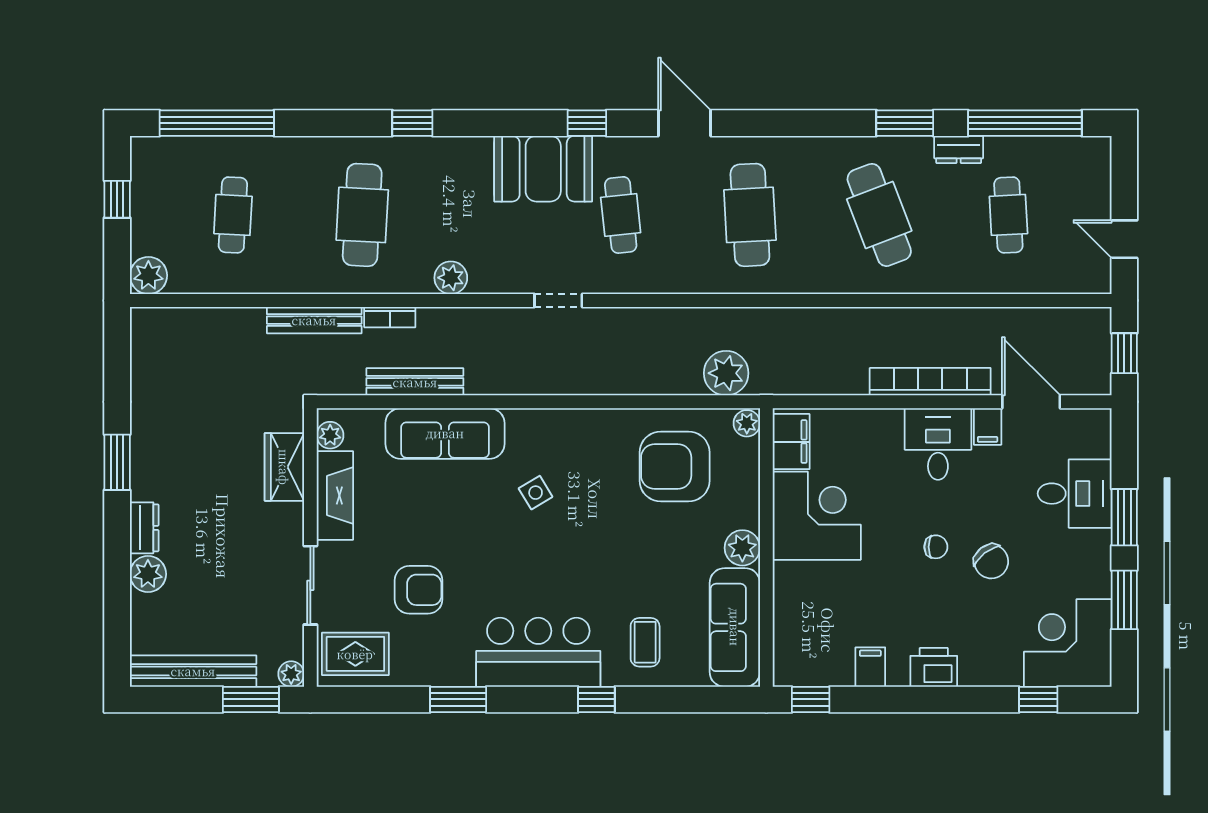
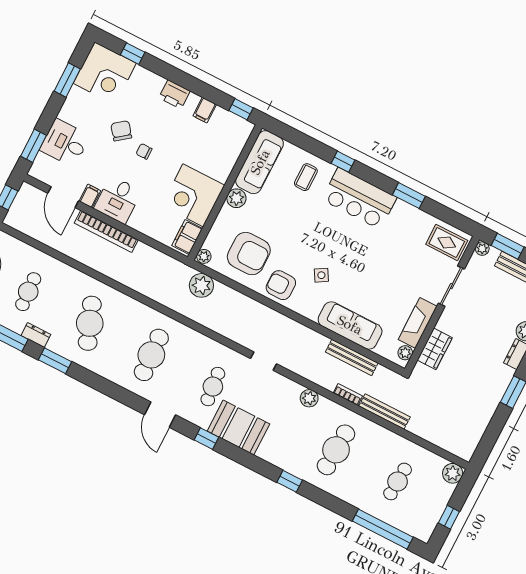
window: (1124, 517) -> (33, 146), moved
armchair: (419, 590) -> (281, 285), moved

